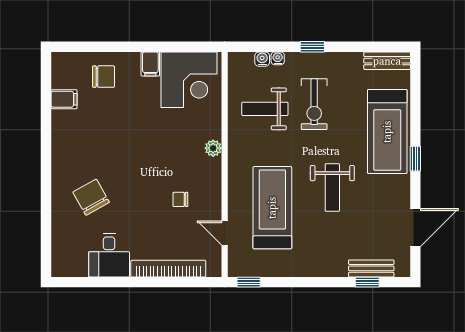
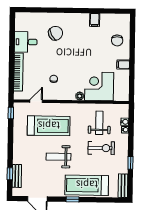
window: (312, 47) -> (130, 163), moved
corner desk: (189, 80) -> (99, 86), moved, turned 90
filing cabinet: (64, 99) -> (95, 20), moved
exercise bike: (314, 104) -> (101, 148), turned 180

